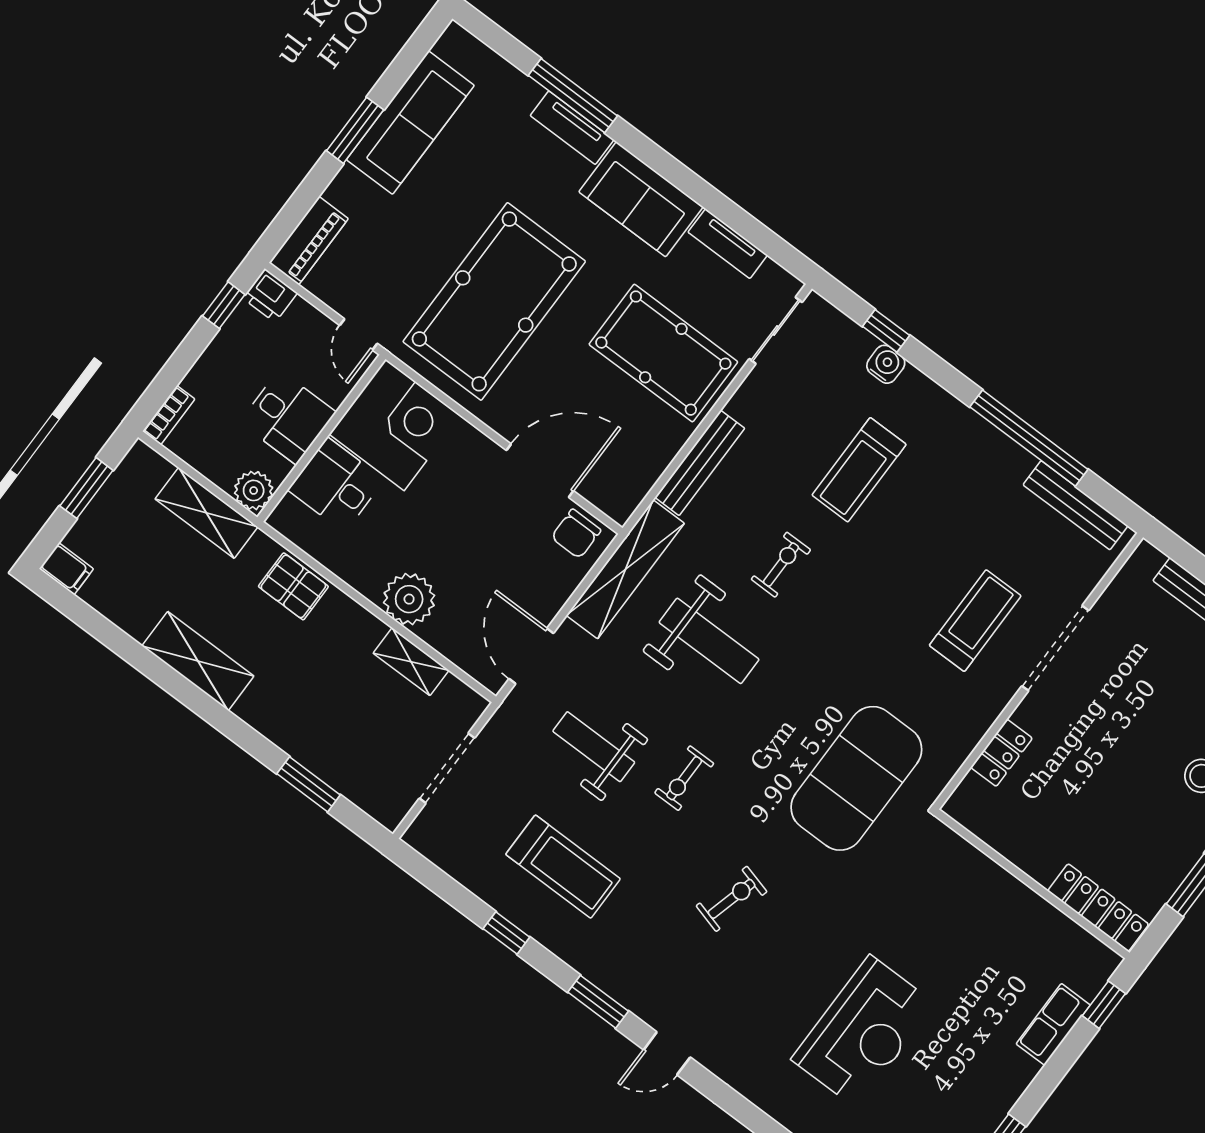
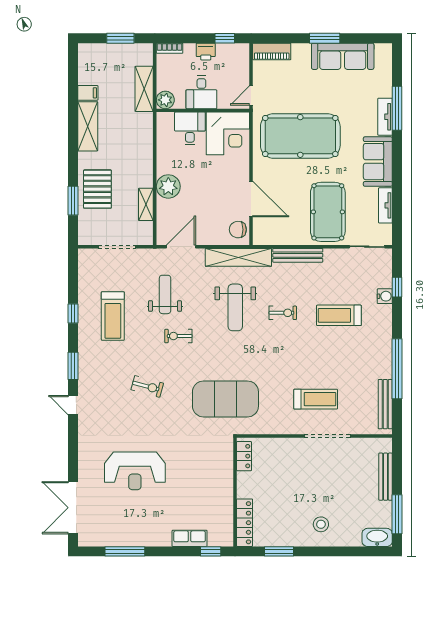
printer: (270, 296) -> (206, 52), moved, turned -90
filing cabinet: (66, 569) -> (88, 93), moved, turned -90
pallet: (293, 586) -> (97, 189), moved, width x1.50, depth x1.42
locker: (1001, 753) -> (244, 456), moved, turned -90

